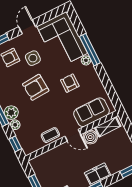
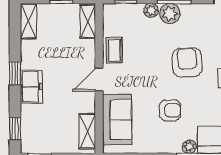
boiler: (90, 137) -> (85, 102), removed
shelving: (41, 160) -> (88, 21), added

